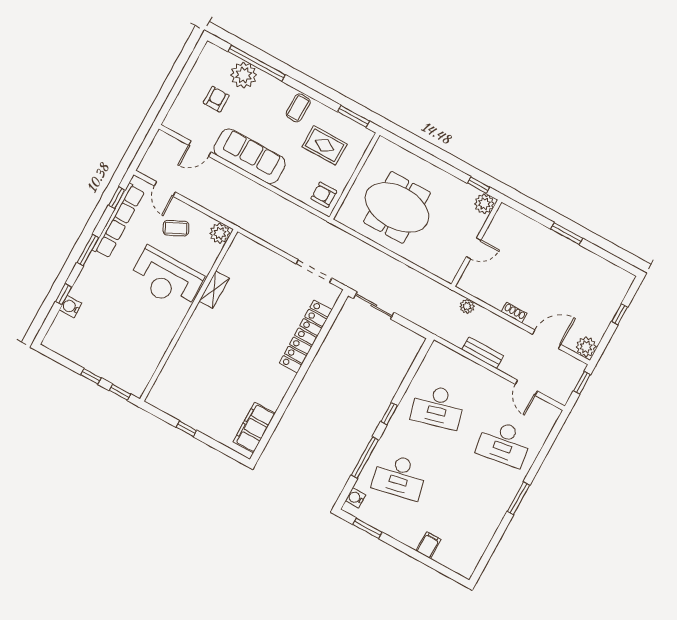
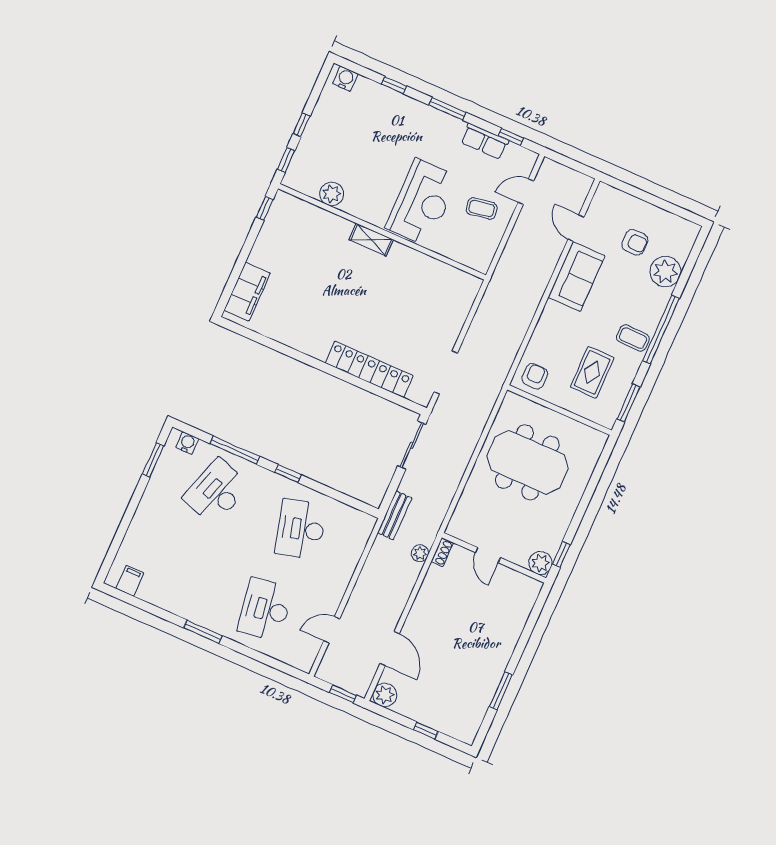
window: (257, 63) -> (661, 329), moved
sofa: (250, 156) -> (577, 276), width x0.73
meeting table: (397, 207) -> (527, 462), turned 90
row of seats: (118, 221) -> (485, 141), width x0.50
coffee table: (176, 228) -> (482, 209), turned -74
plant: (220, 233) -> (332, 194), moved
window: (567, 234) -> (501, 691), moved
reception desk: (166, 279) -> (422, 202), turned 180
shelving: (214, 290) -> (371, 240), moved
water cooler: (70, 307) -> (345, 79), moved
shoe rack: (514, 313) -> (442, 552), moved
bench: (483, 353) -> (395, 515), moved
filing cabinet: (254, 427) -> (247, 292), moved, turned 90
window: (186, 429) -> (265, 208), moved
desk: (399, 477) -> (216, 492), turned 30
filing cabinet: (428, 545) -> (130, 581), moved, turned -90

